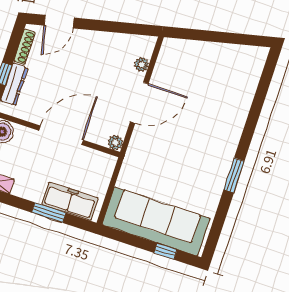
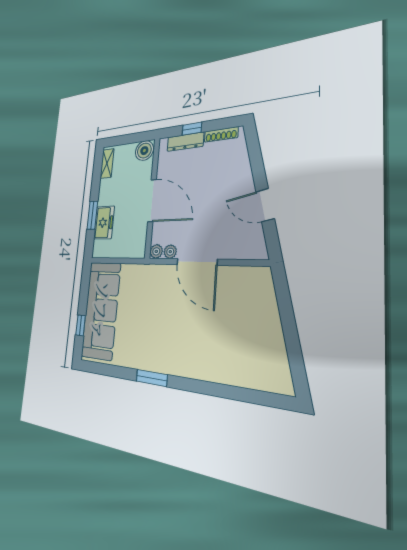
door: (59, 22) -> (265, 205), moved
plant: (142, 64) -> (170, 252), moved
freezer: (70, 201) -> (104, 223), width x0.71

